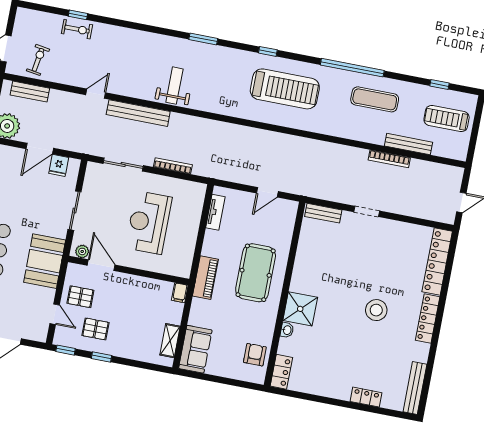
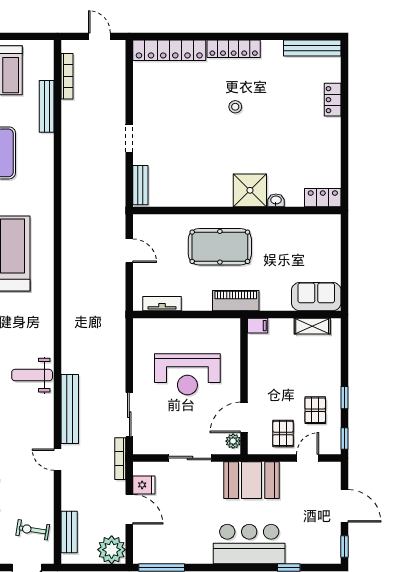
bookcase: (389, 159) -> (67, 76), moved
bookcase: (173, 166) -> (120, 459), moved
stool: (376, 310) -> (235, 107), width x0.53, depth x0.53
armchair: (255, 355) -> (310, 230), removed

